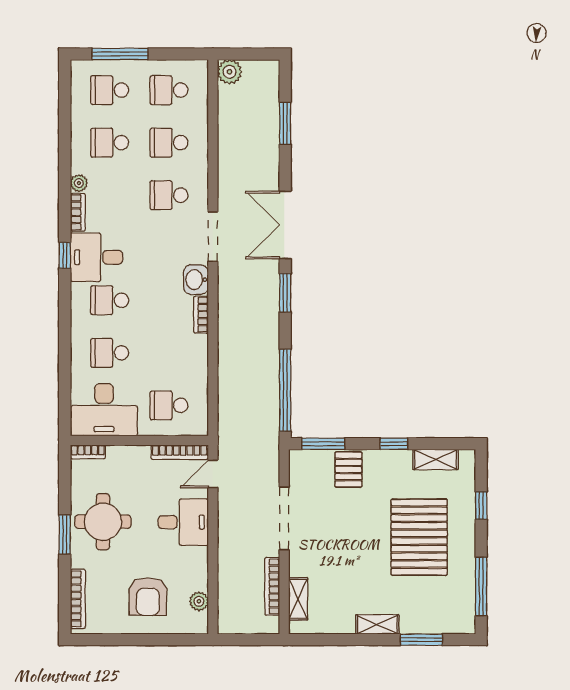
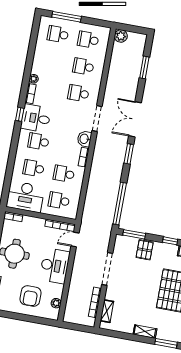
school desk: (110, 143) -> (64, 174), moved
desk: (183, 522) -> (55, 266), width x1.37

